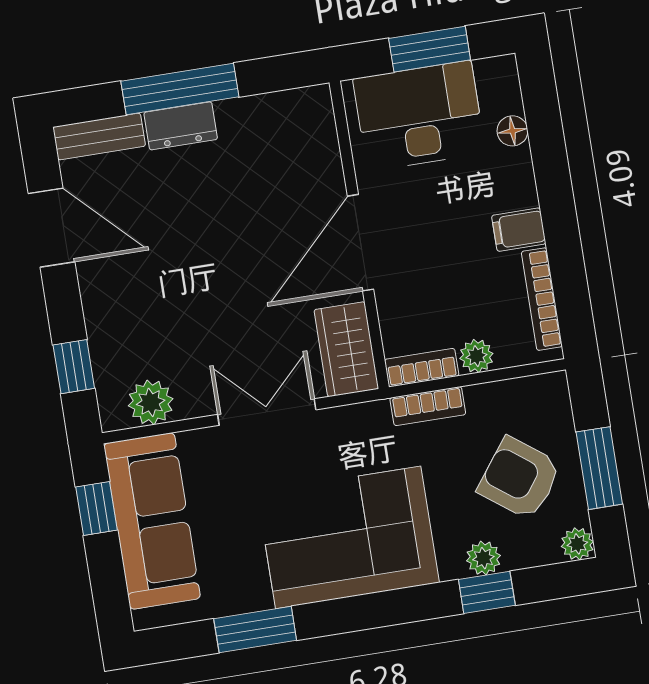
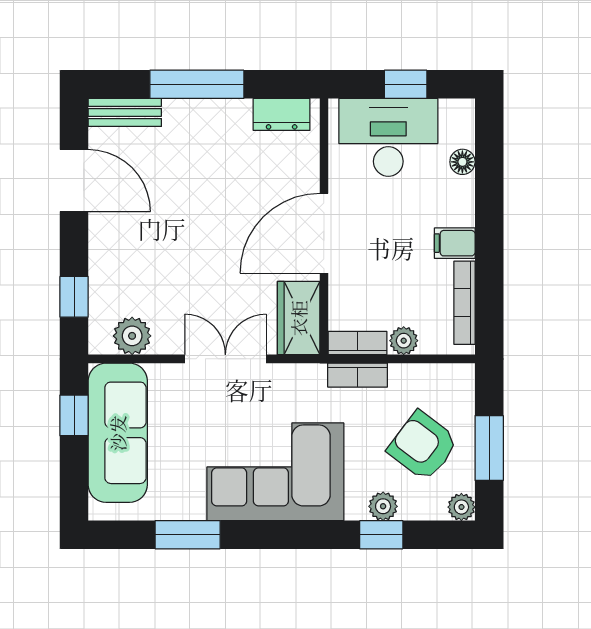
window: (430, 49) -> (406, 84), width x0.67
dresser: (181, 126) -> (282, 114), moved

